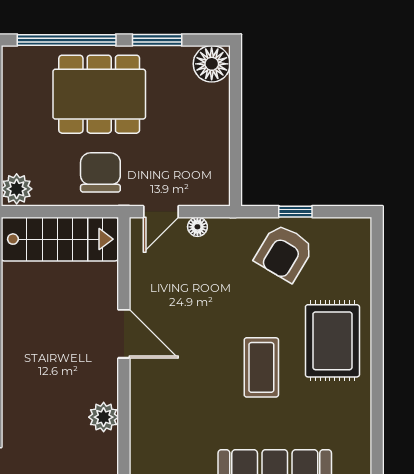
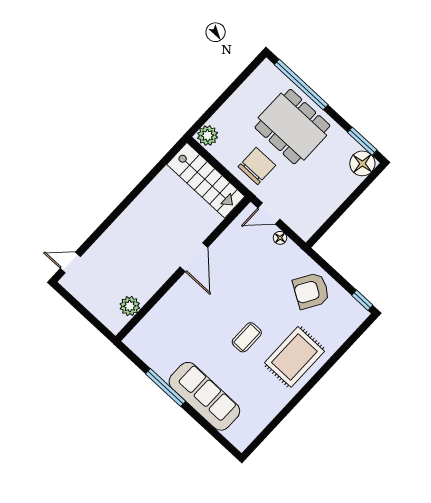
window: (157, 40) -> (362, 141), moved
window: (295, 212) -> (362, 300), moved
coffee table: (261, 367) -> (247, 337), width x0.73, depth x0.77
plant: (104, 417) -> (130, 306), moved

